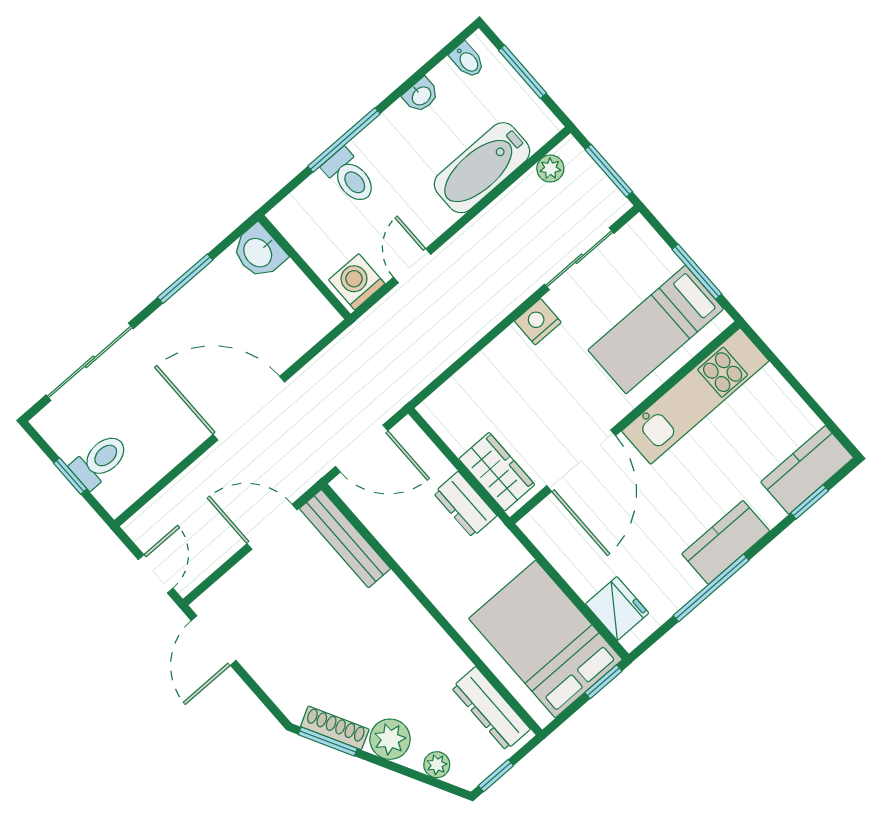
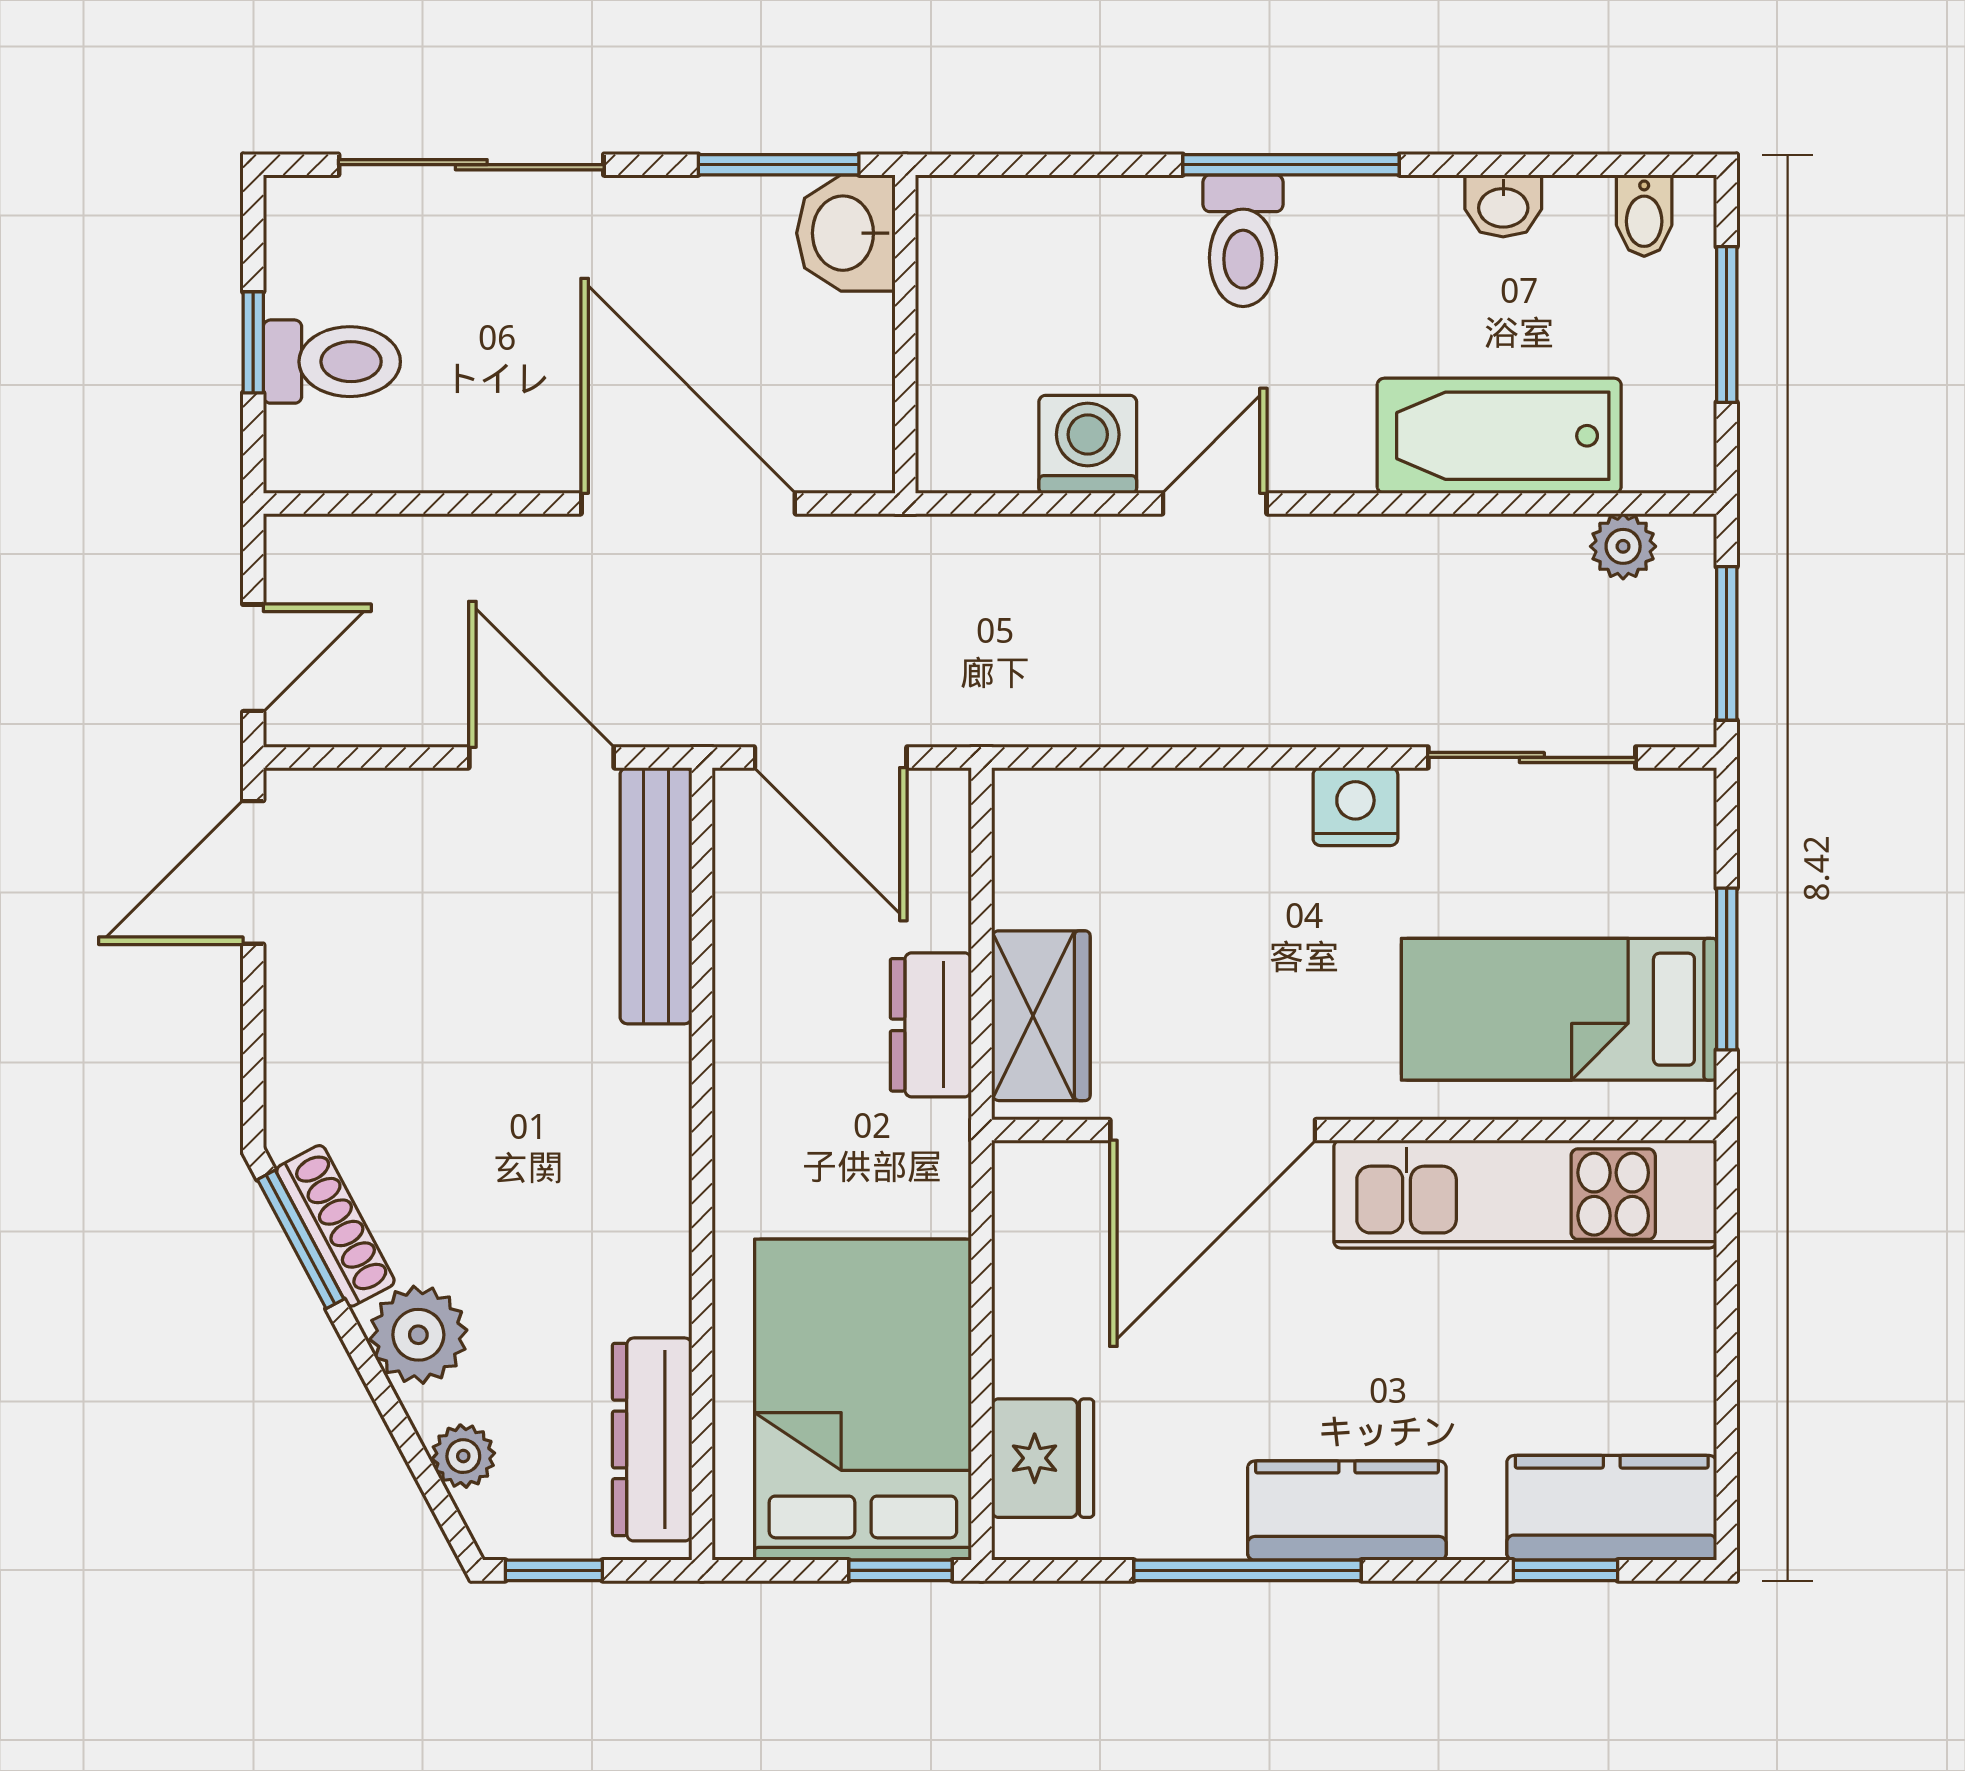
washbasin: (259, 252) -> (846, 233), moved
wall: (304, 267) -> (905, 334), moved

